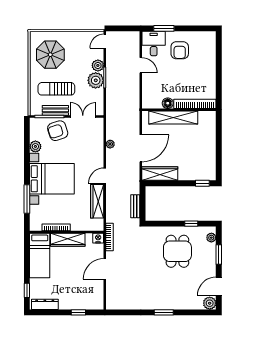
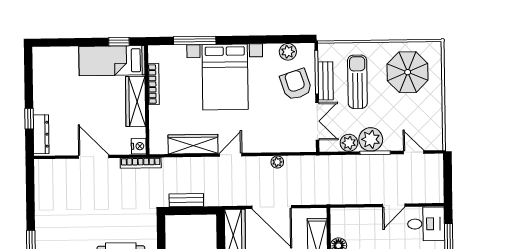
door: (105, 41) -> (414, 152), moved
plant: (98, 65) -> (349, 143), moved
plant: (35, 146) -> (288, 52), moved
door: (105, 176) -> (231, 155), hinge flipped
window: (27, 290) -> (119, 42), moved
dresser: (45, 304) -> (41, 134), moved

